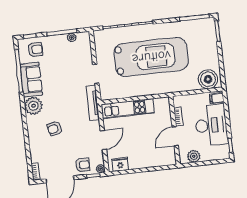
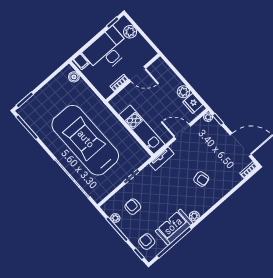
boiler: (208, 79) -> (74, 77), width x0.54, depth x0.54
tv unit: (93, 103) -> (162, 159), width x0.71
plant: (33, 106) -> (194, 216), width x0.53, depth x0.53
plant: (194, 156) -> (130, 32), moved
plant: (135, 163) -> (183, 92), added
armchair: (83, 165) -> (133, 207), moved

